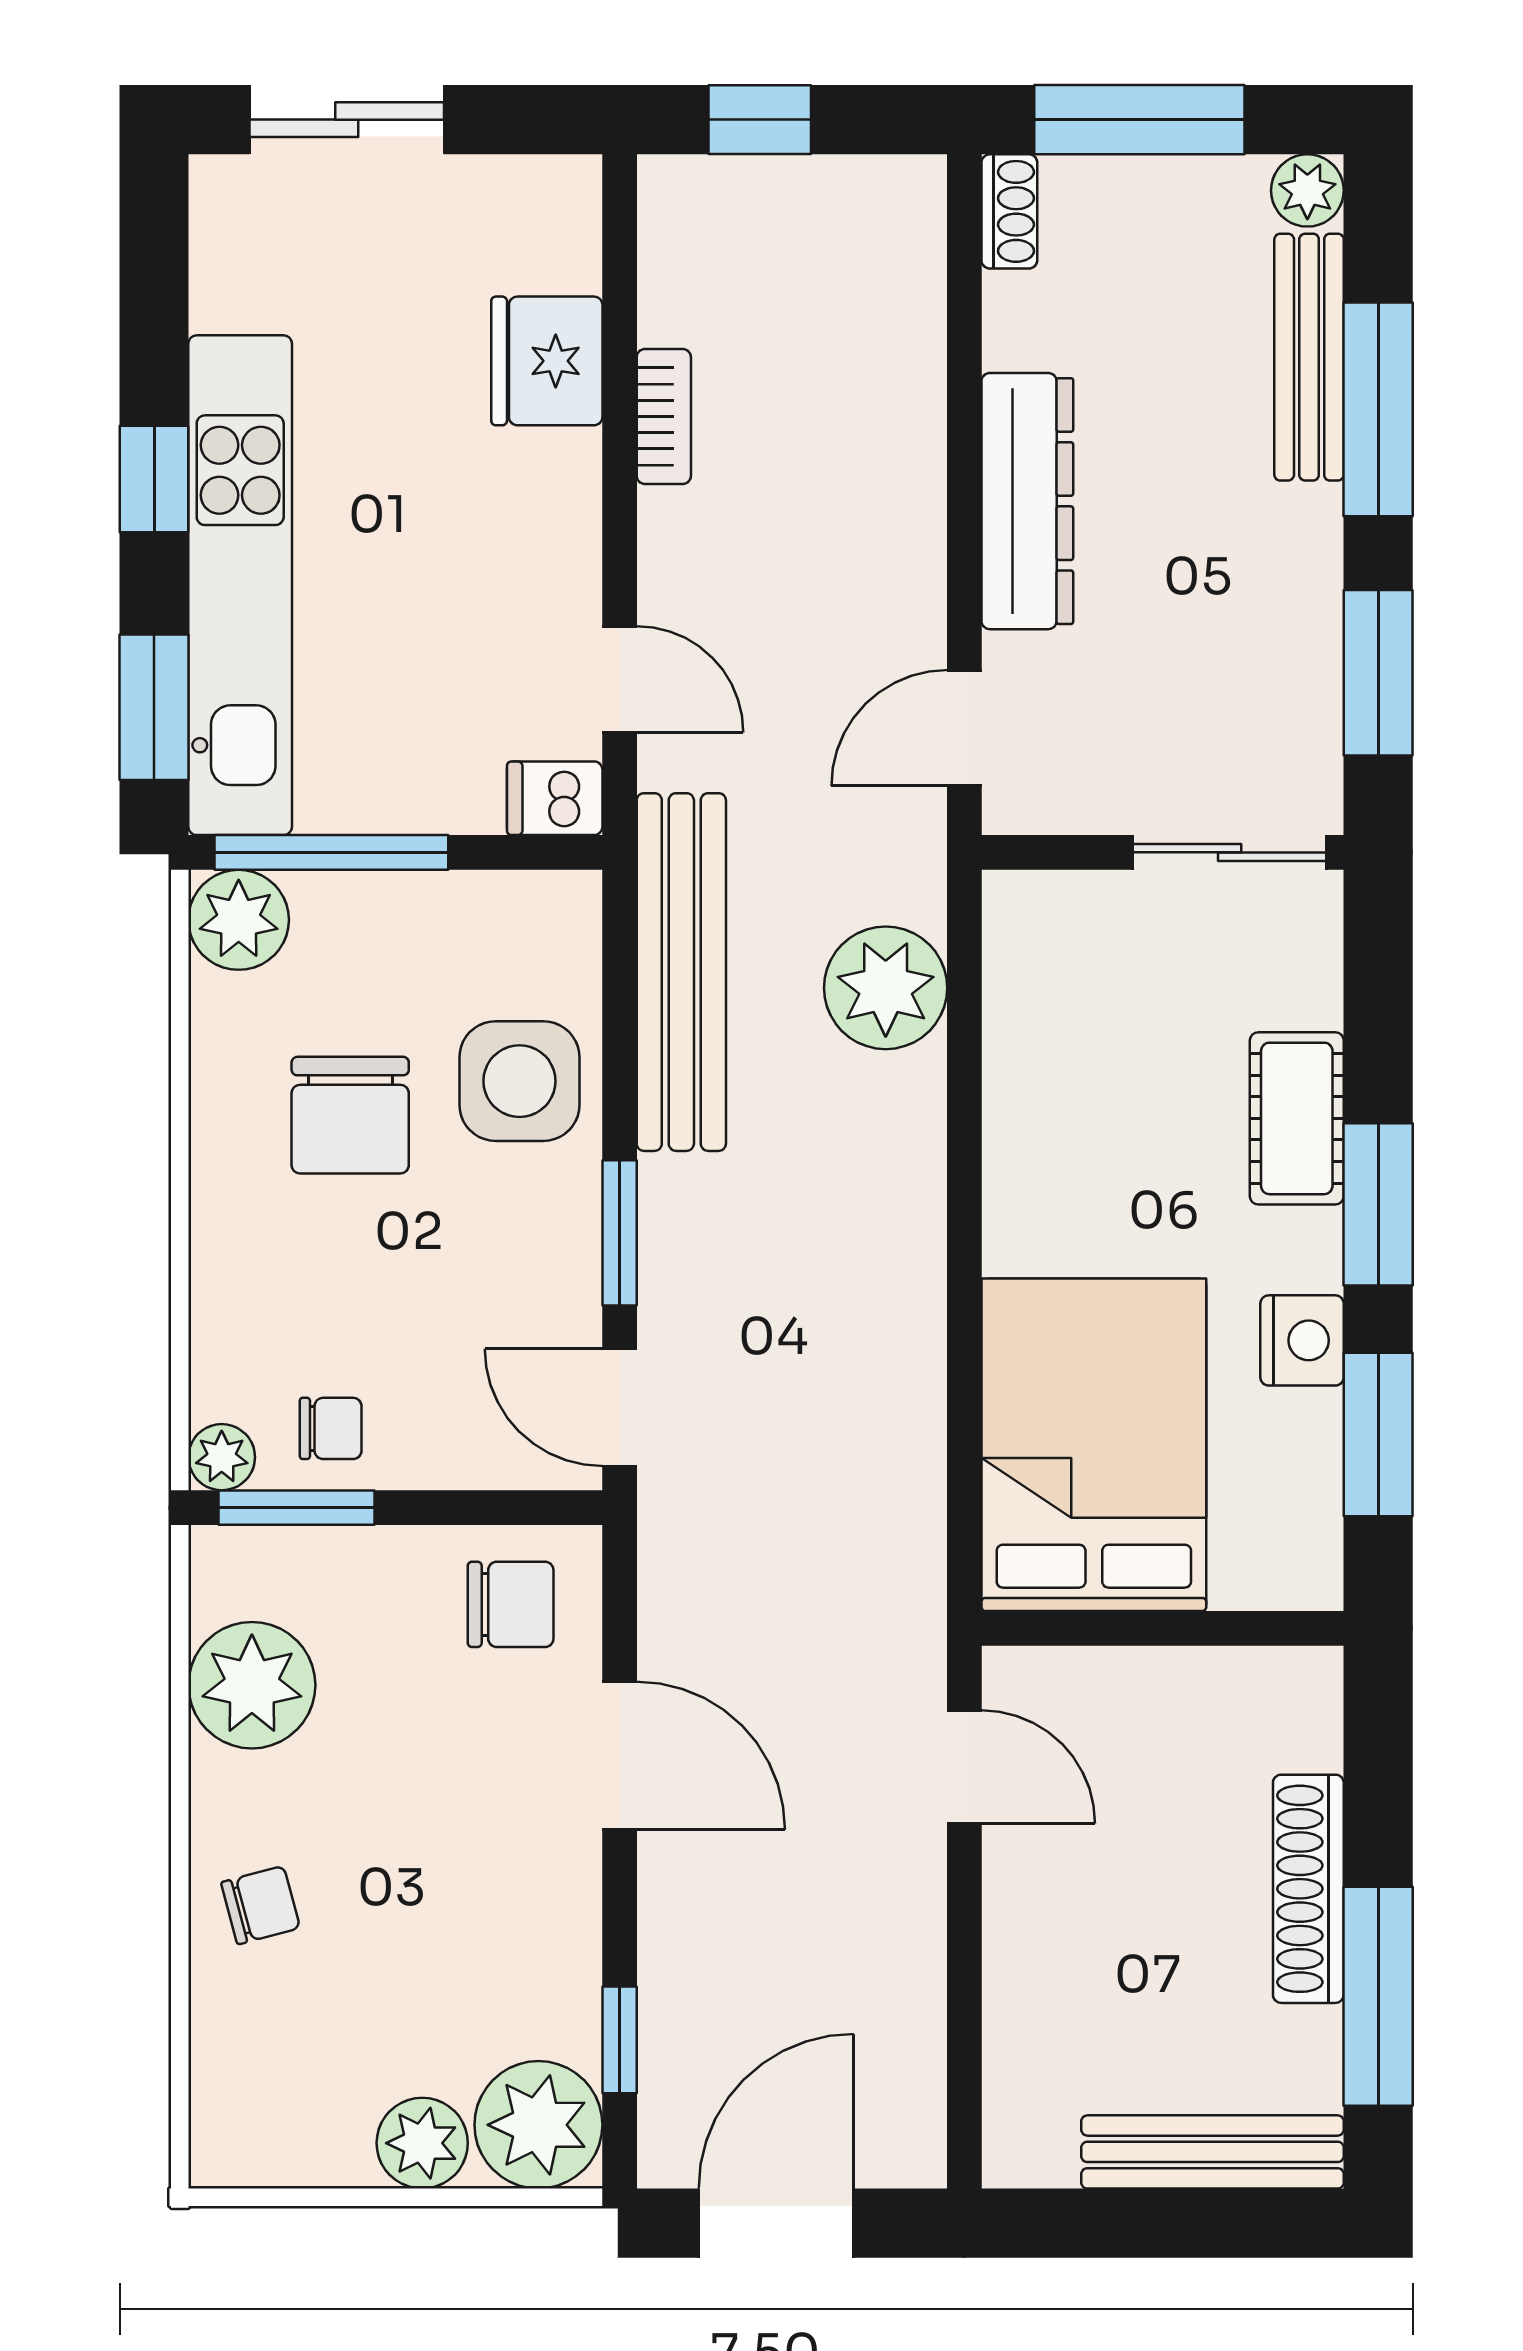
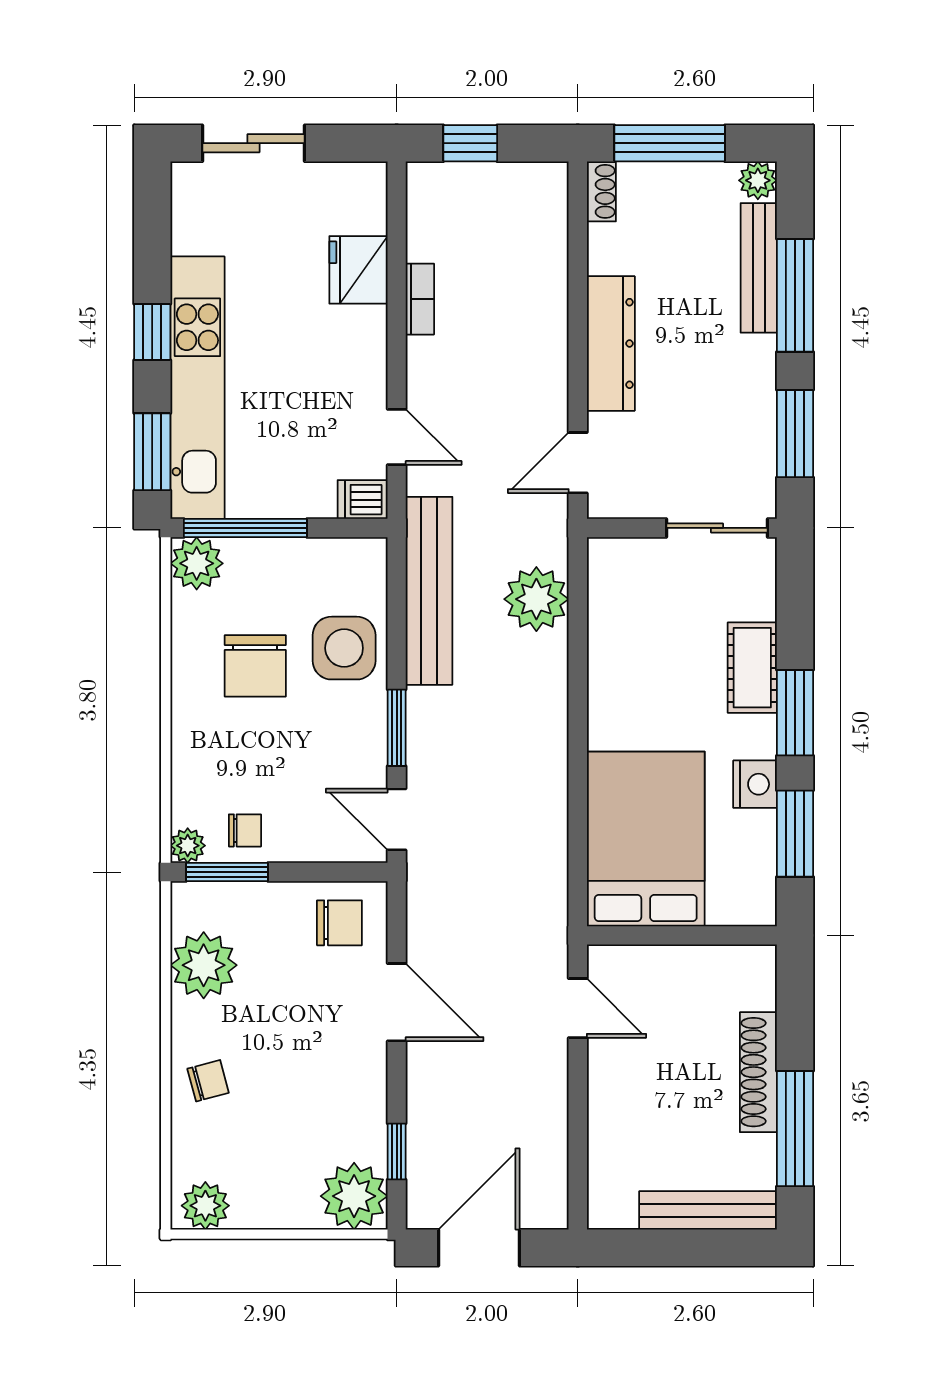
plant: (422, 2143) -> (205, 1206), moved

